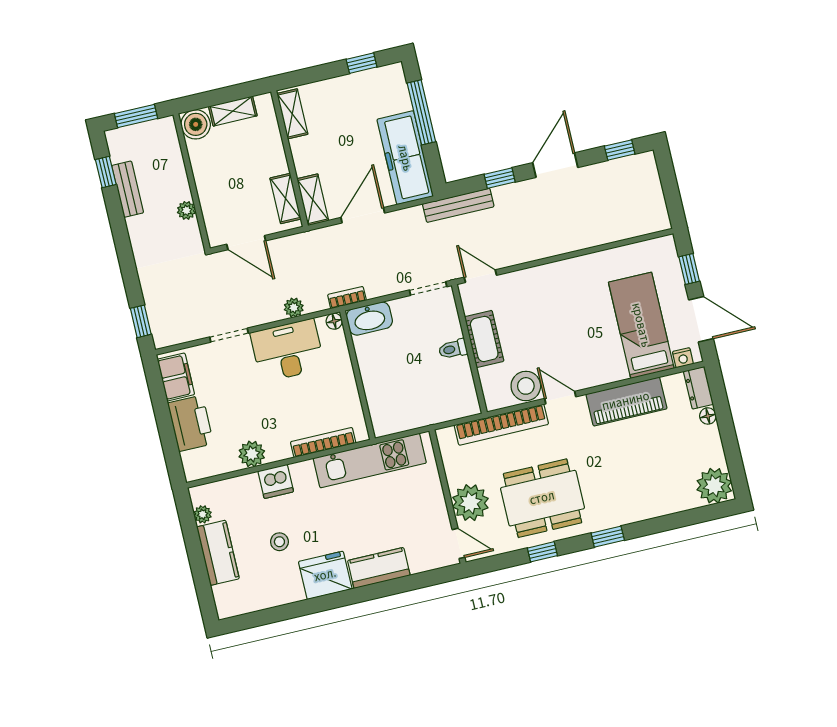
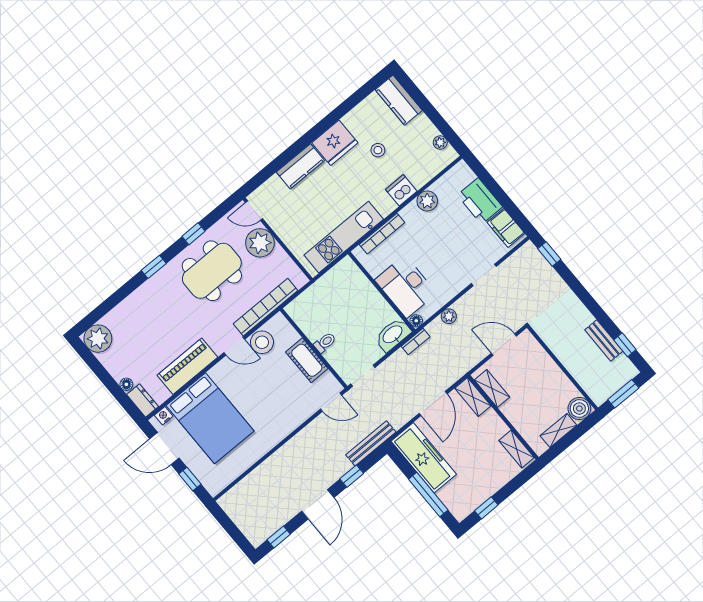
plant: (186, 210) -> (556, 346), removed
bed: (641, 325) -> (210, 418), width x1.50
desk: (288, 351) -> (406, 287), moved, turned 90
kitchen counter: (218, 553) -> (399, 100), moved

